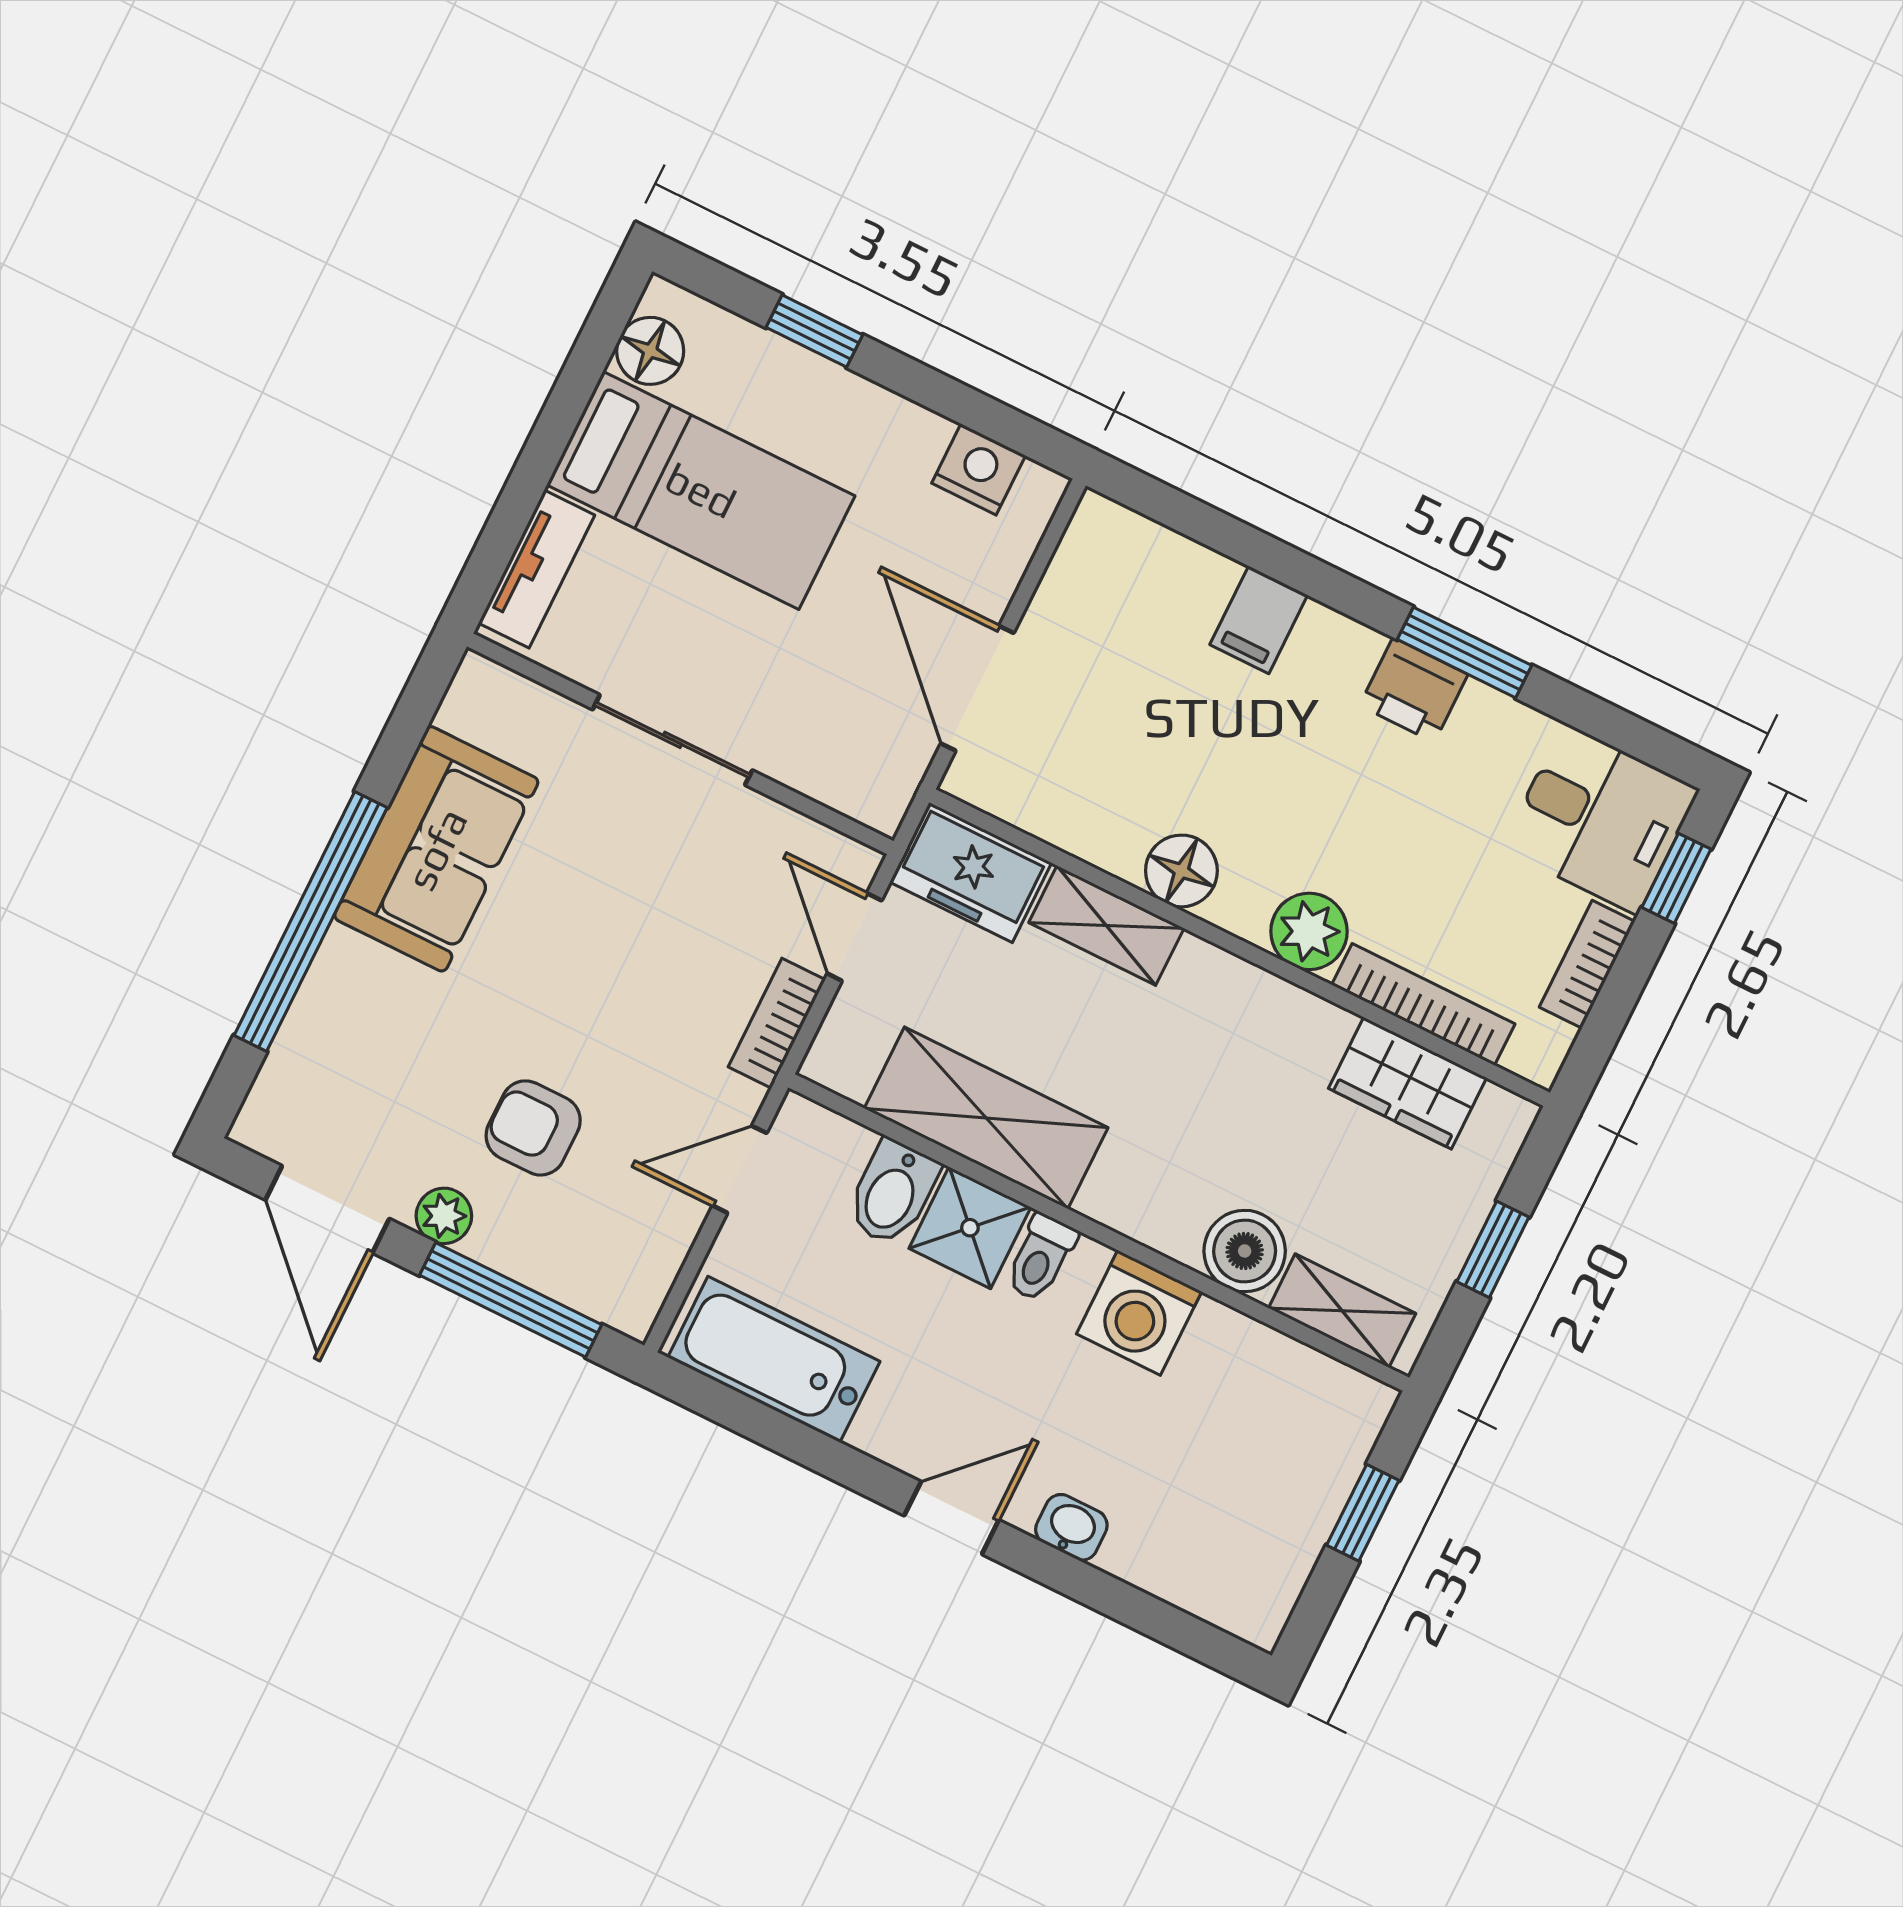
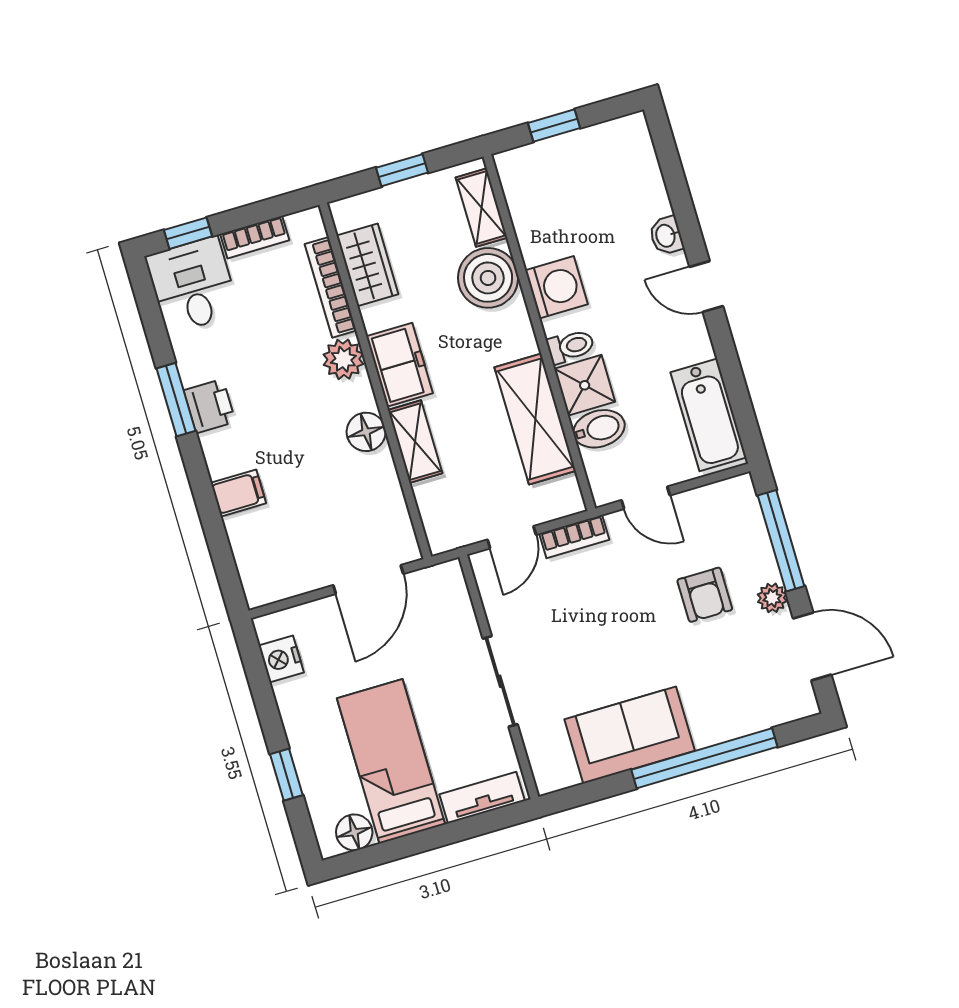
freezer: (971, 873) -> (400, 365), moved
door: (327, 1209) -> (812, 646), hinge flipped
boiler: (1245, 1251) -> (488, 278), width x1.37, depth x1.37

